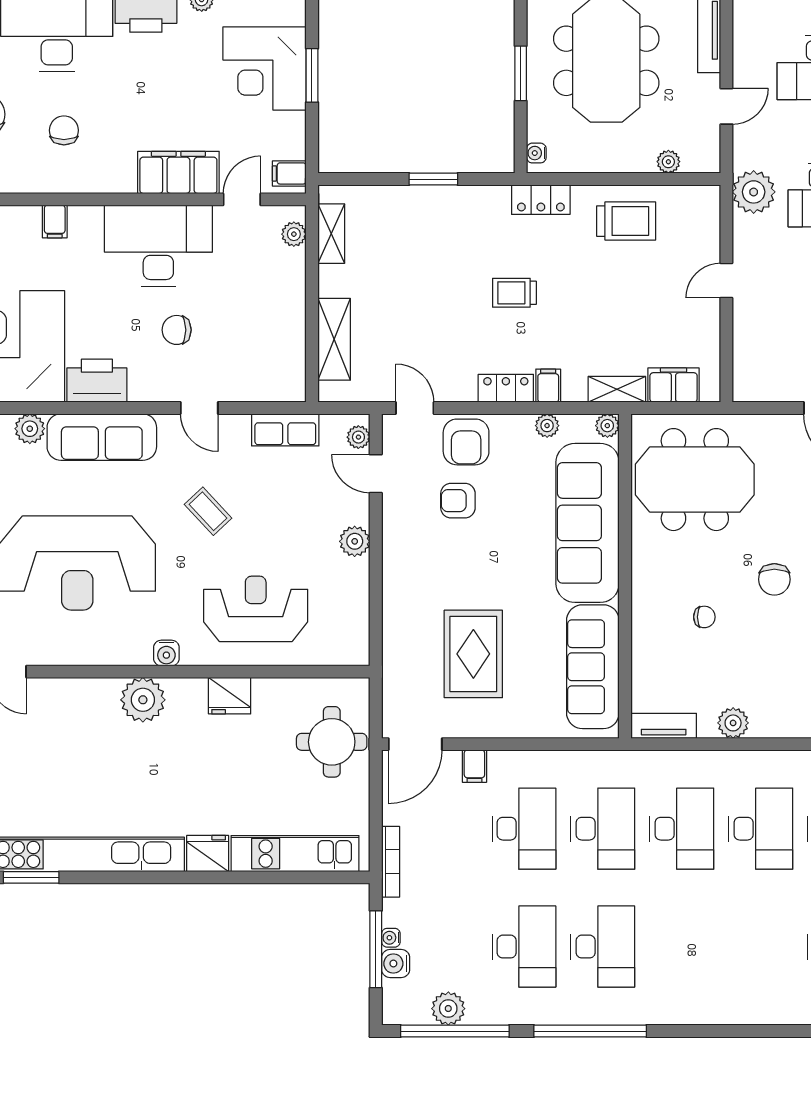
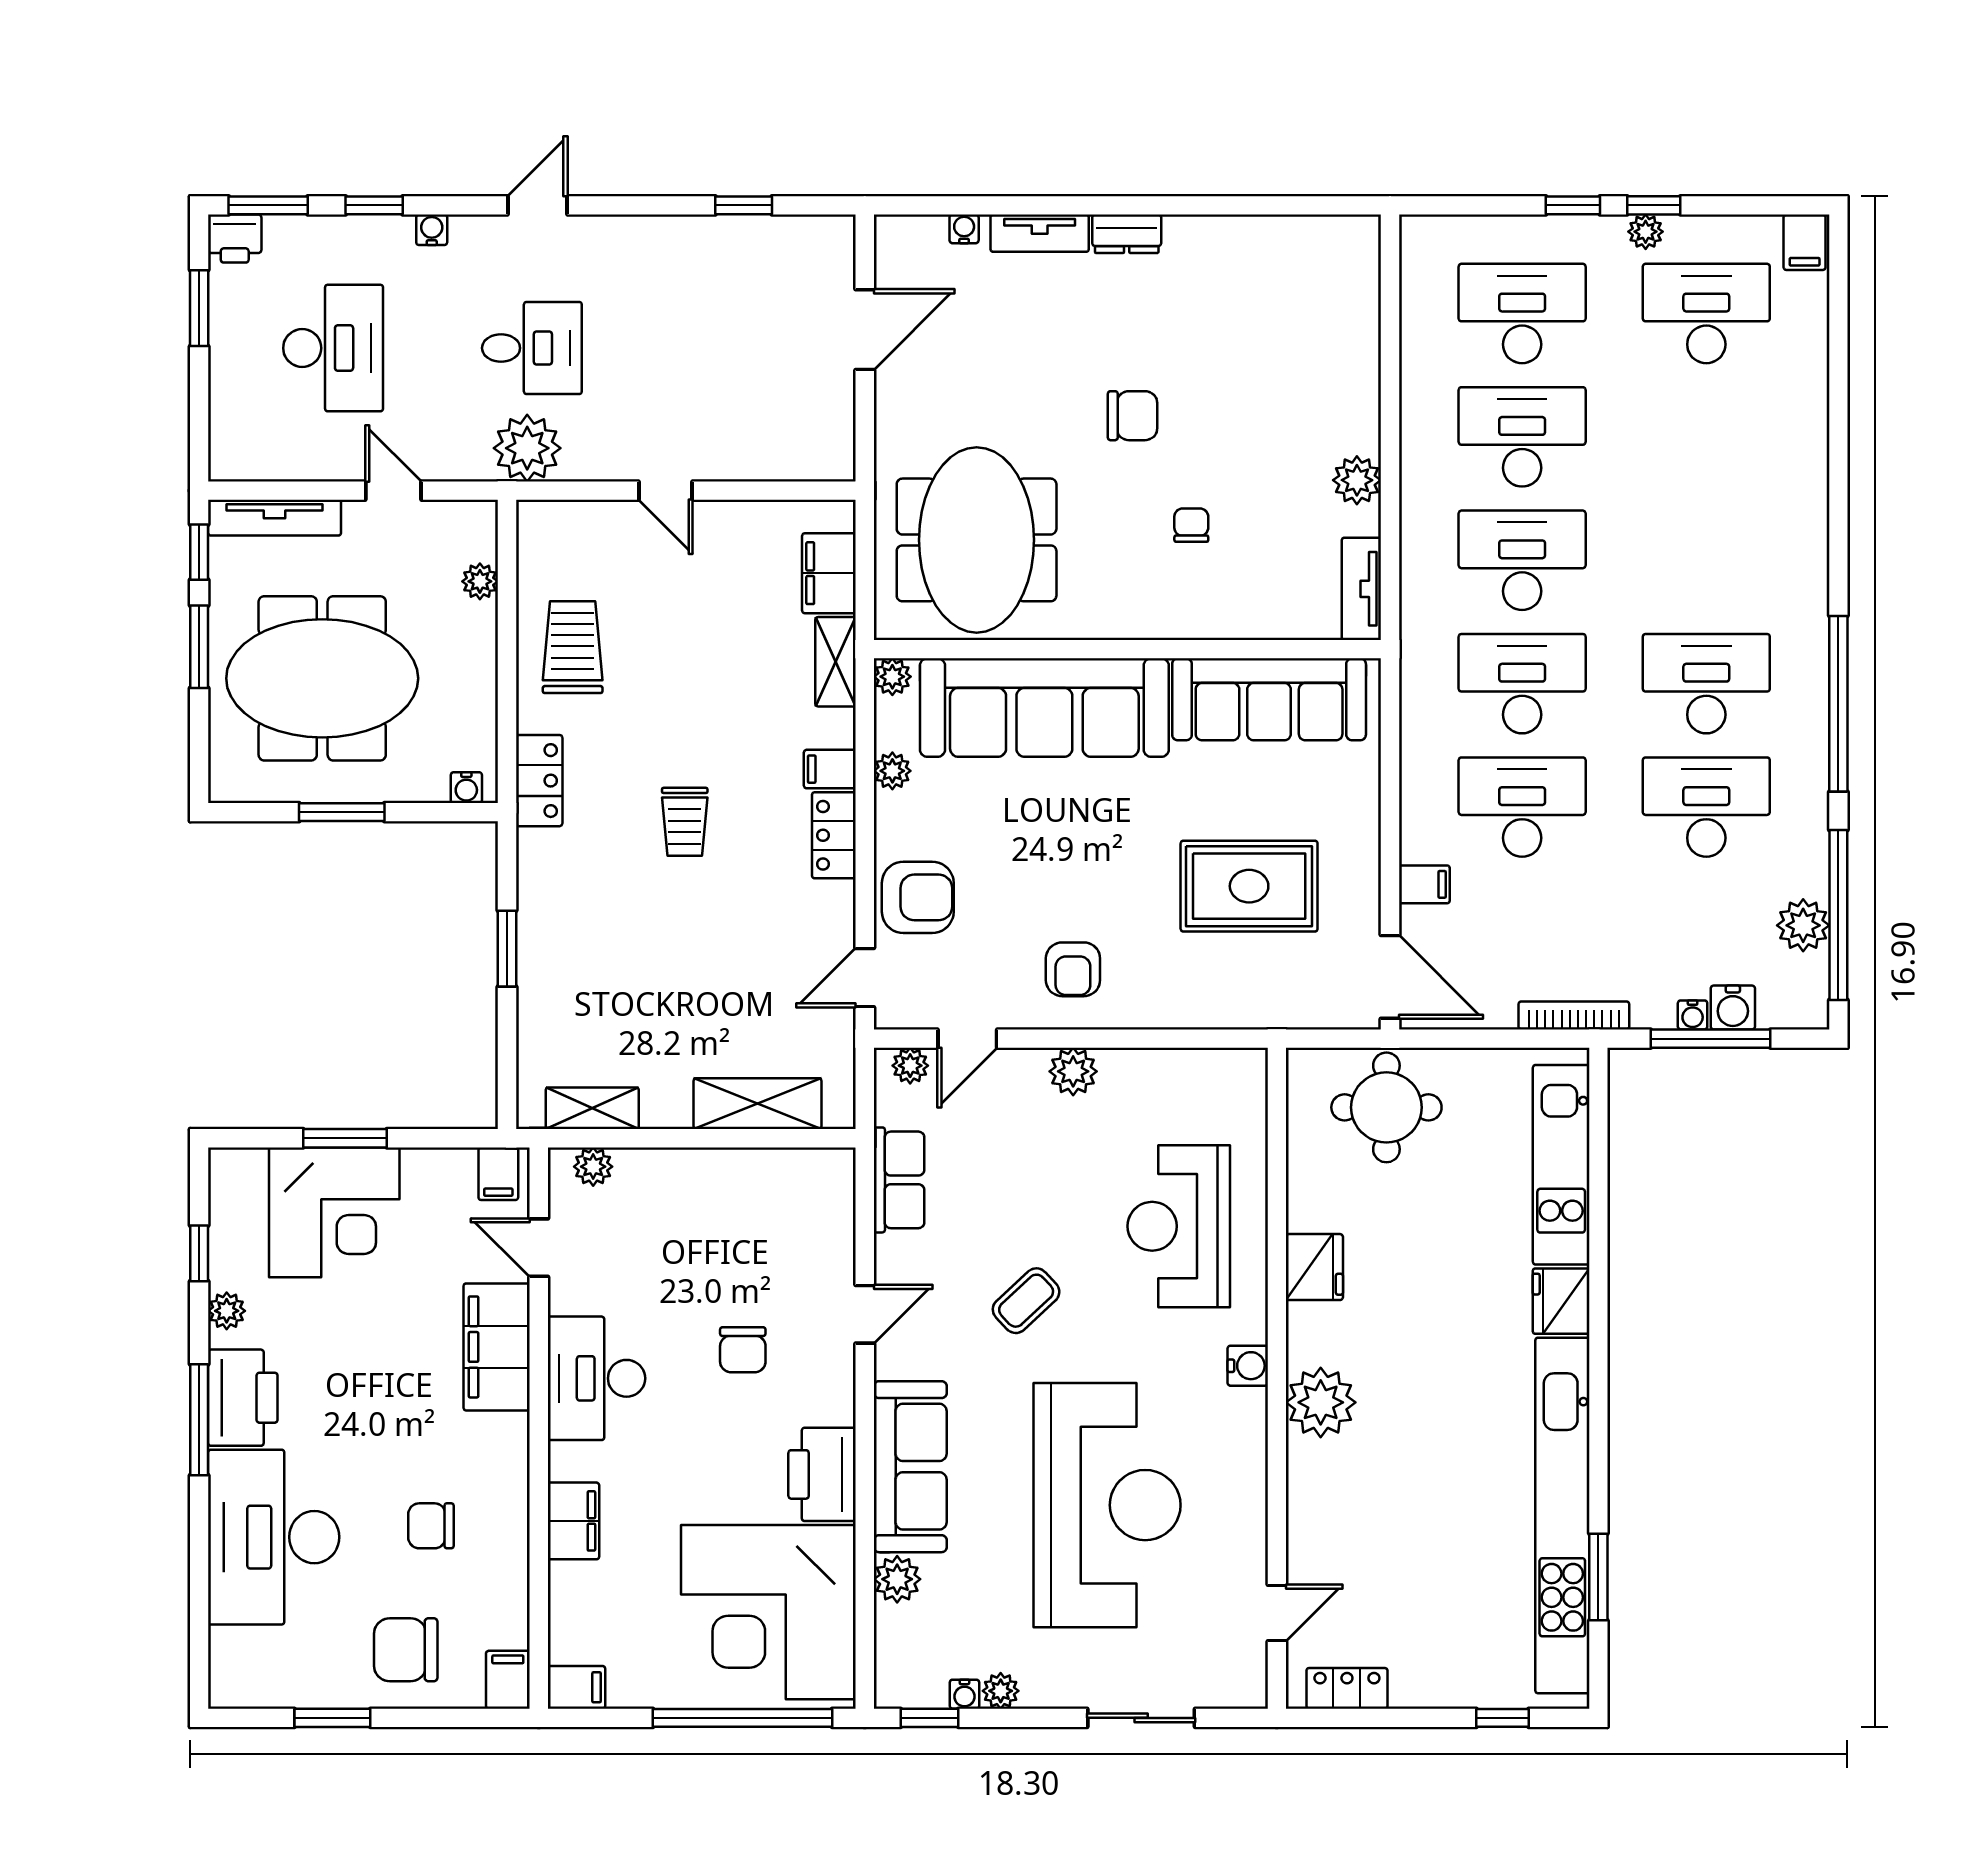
filing cabinet: (55, 222) -> (573, 1521), width x2.00
desk: (158, 246) -> (596, 1378), width x0.73, depth x0.77
armchair: (458, 501) -> (1073, 969), moved

